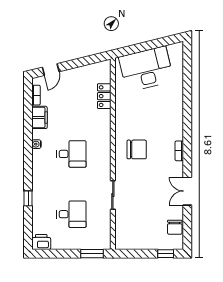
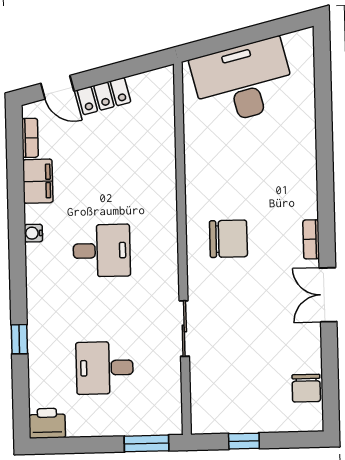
door: (51, 69) -> (57, 87), hinge flipped
locker: (104, 96) -> (104, 96), moved, turned -104
double door: (187, 191) -> (328, 295), moved
desk: (71, 214) -> (105, 368), turned 180
window: (166, 254) -> (244, 441), moved

